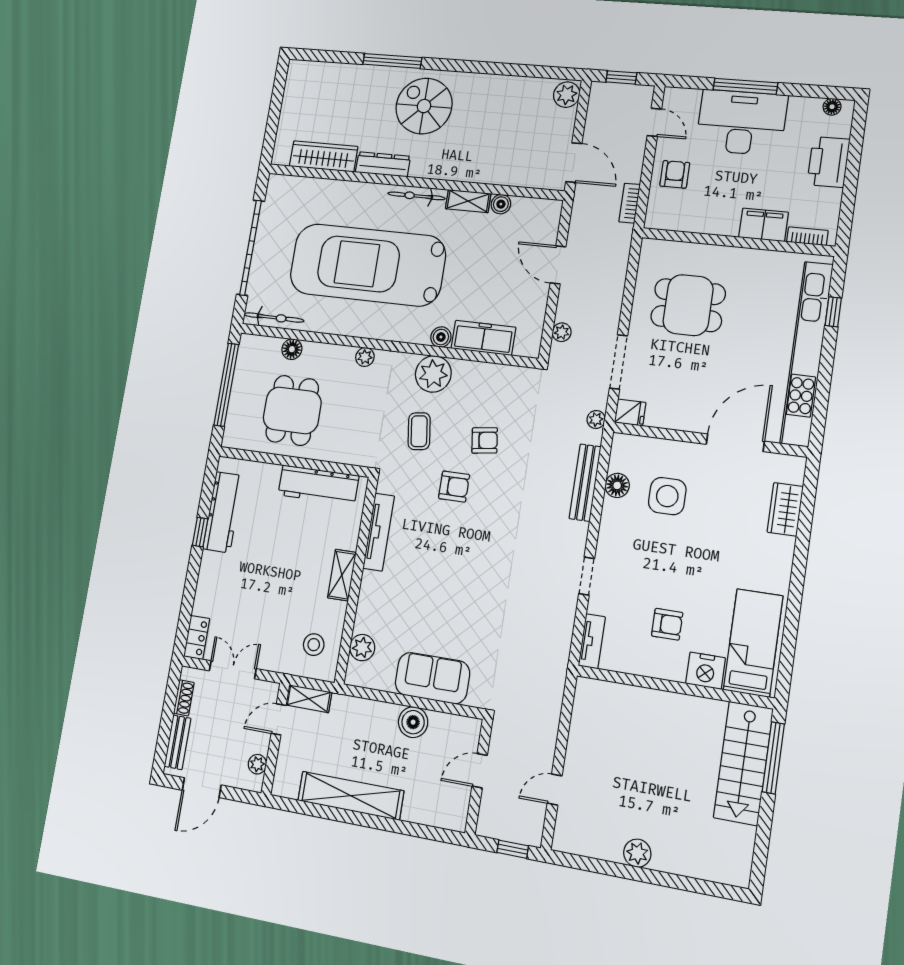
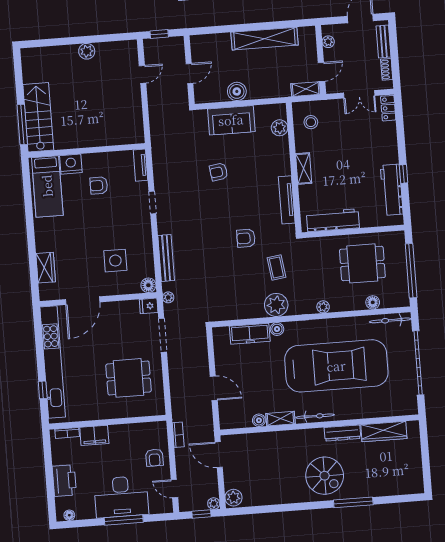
plant: (562, 332) -> (214, 504), moved
dining table: (292, 410) -> (362, 263), turned 90
armchair: (485, 440) -> (219, 172), moved
floor lamp: (617, 485) -> (148, 285), moved

